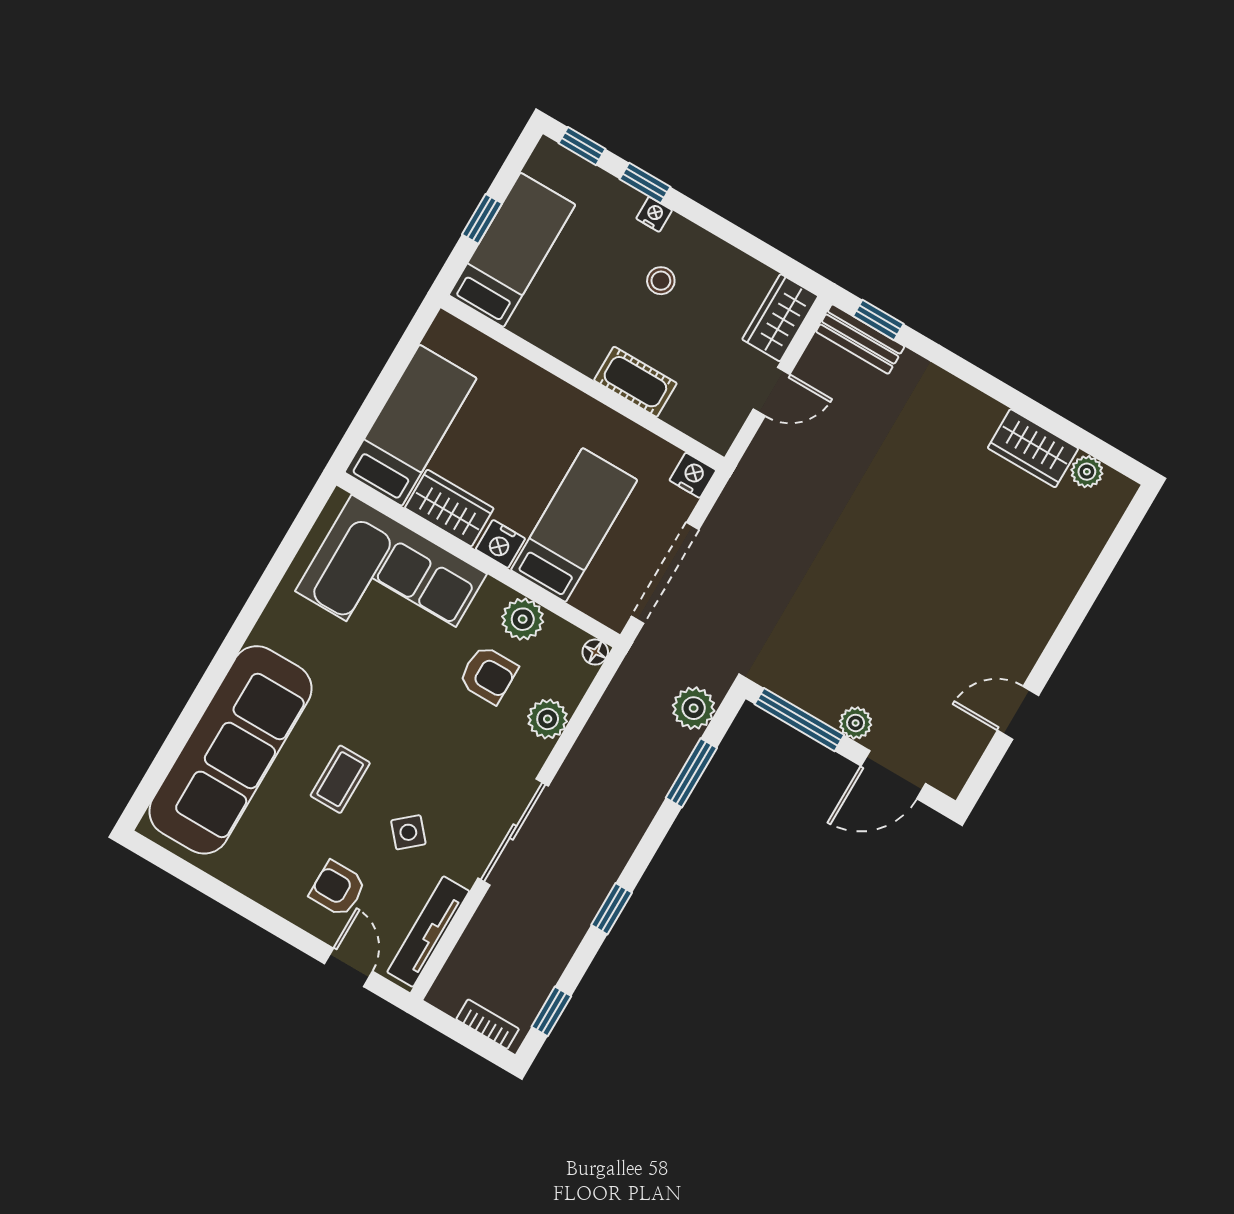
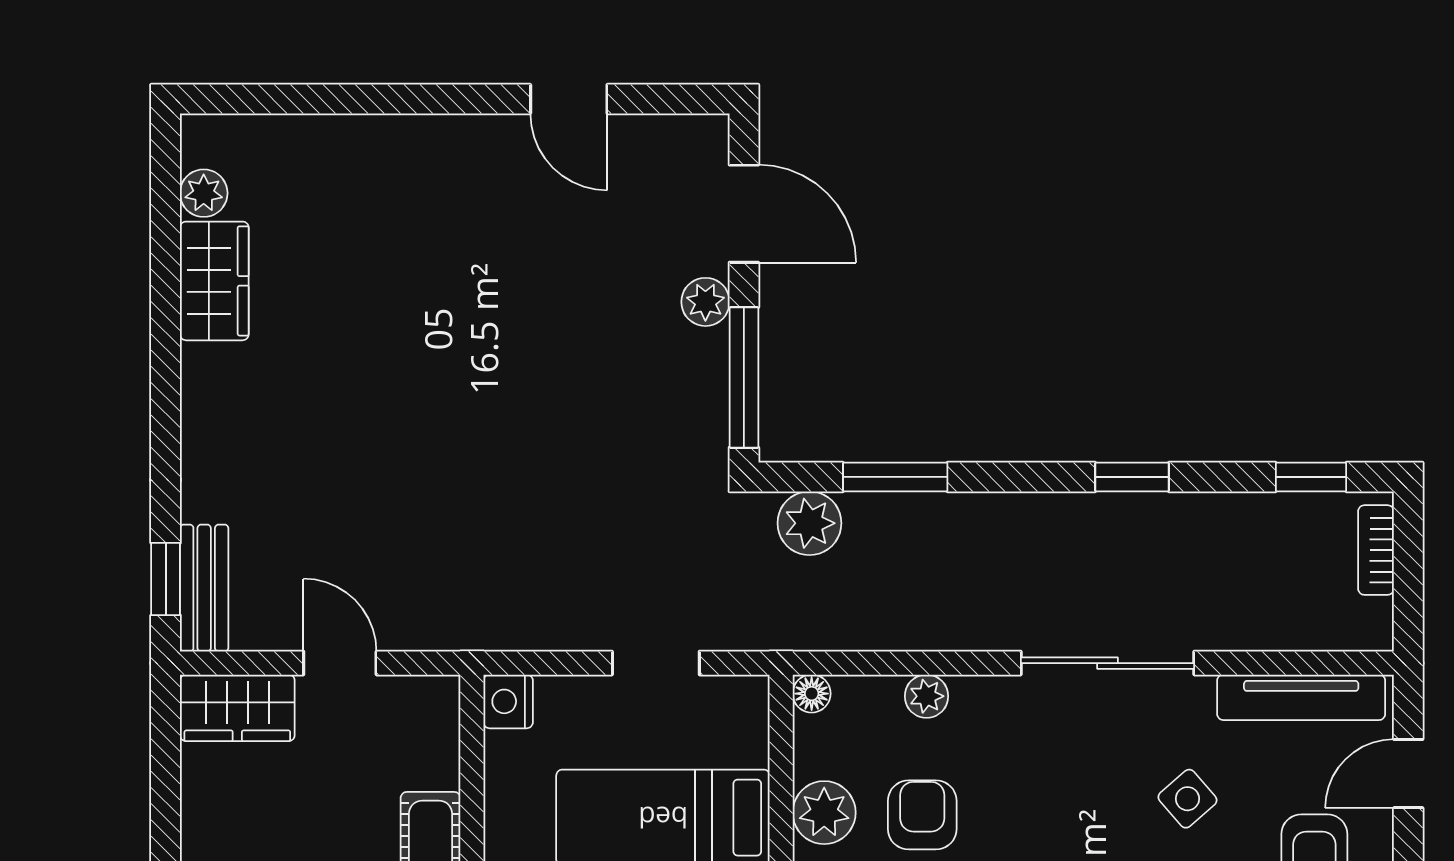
doorway: (665, 573) -> (656, 663), width x0.53
plant: (548, 719) -> (927, 696), width x0.73, depth x0.73

